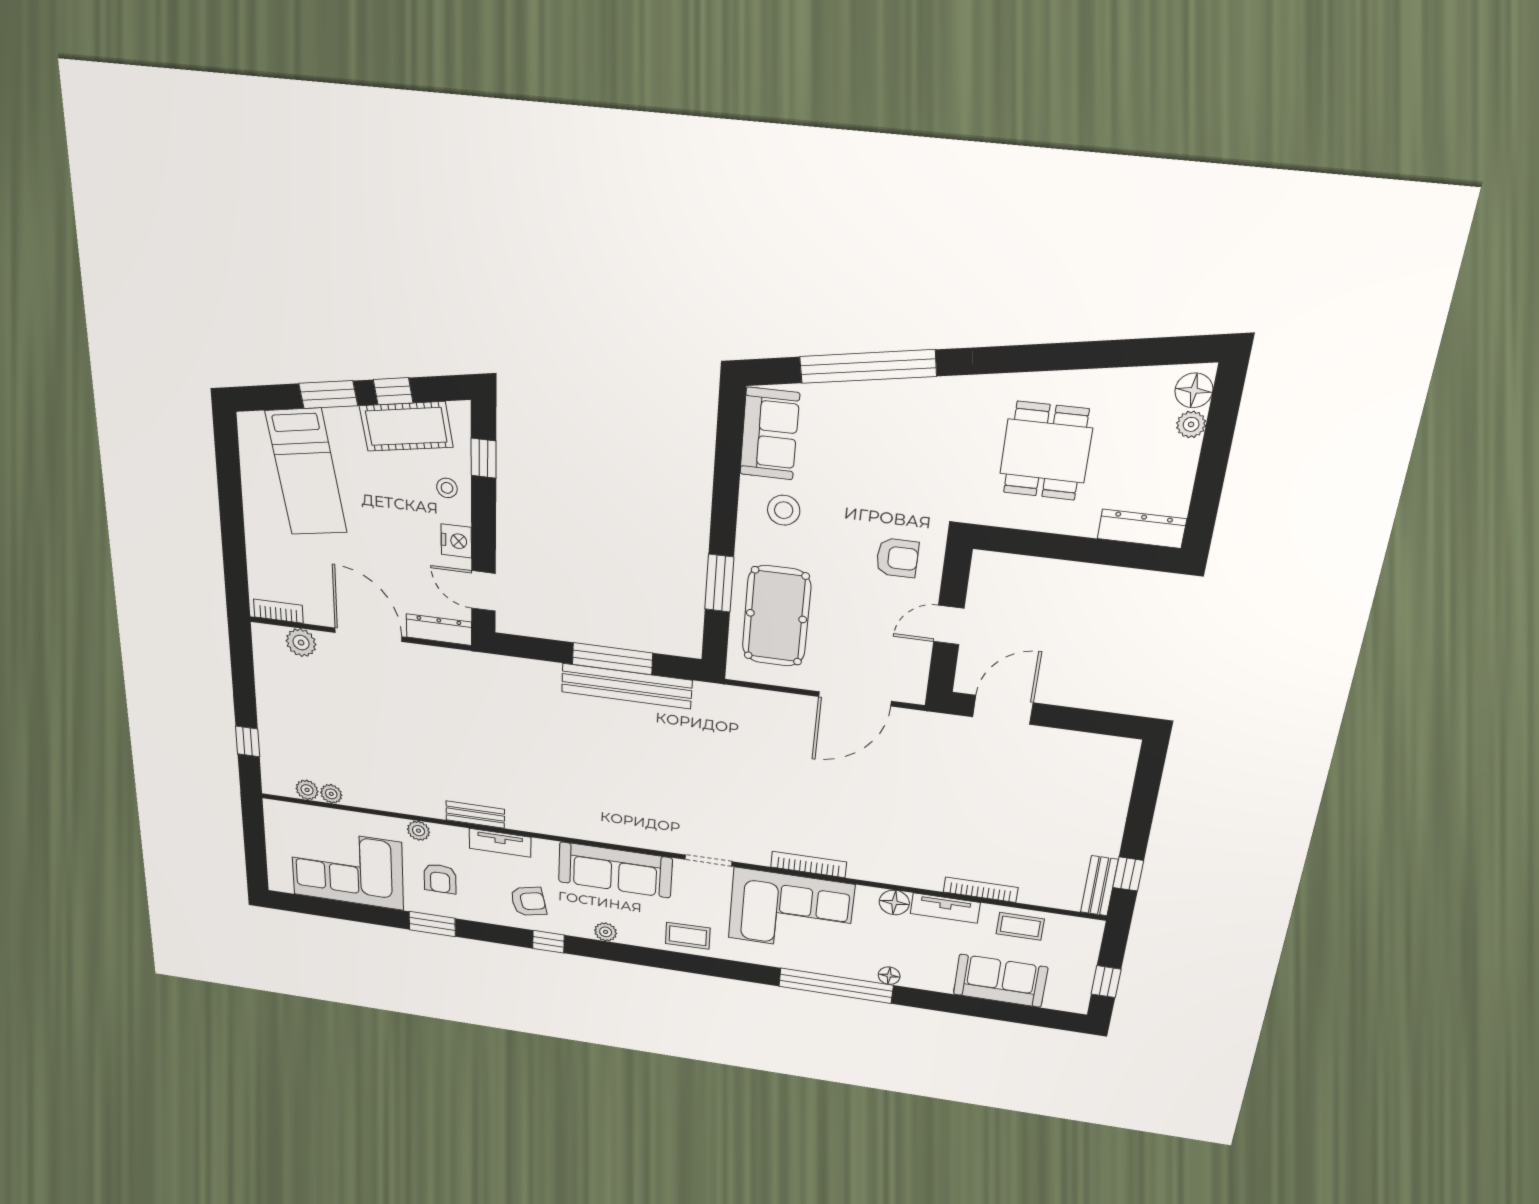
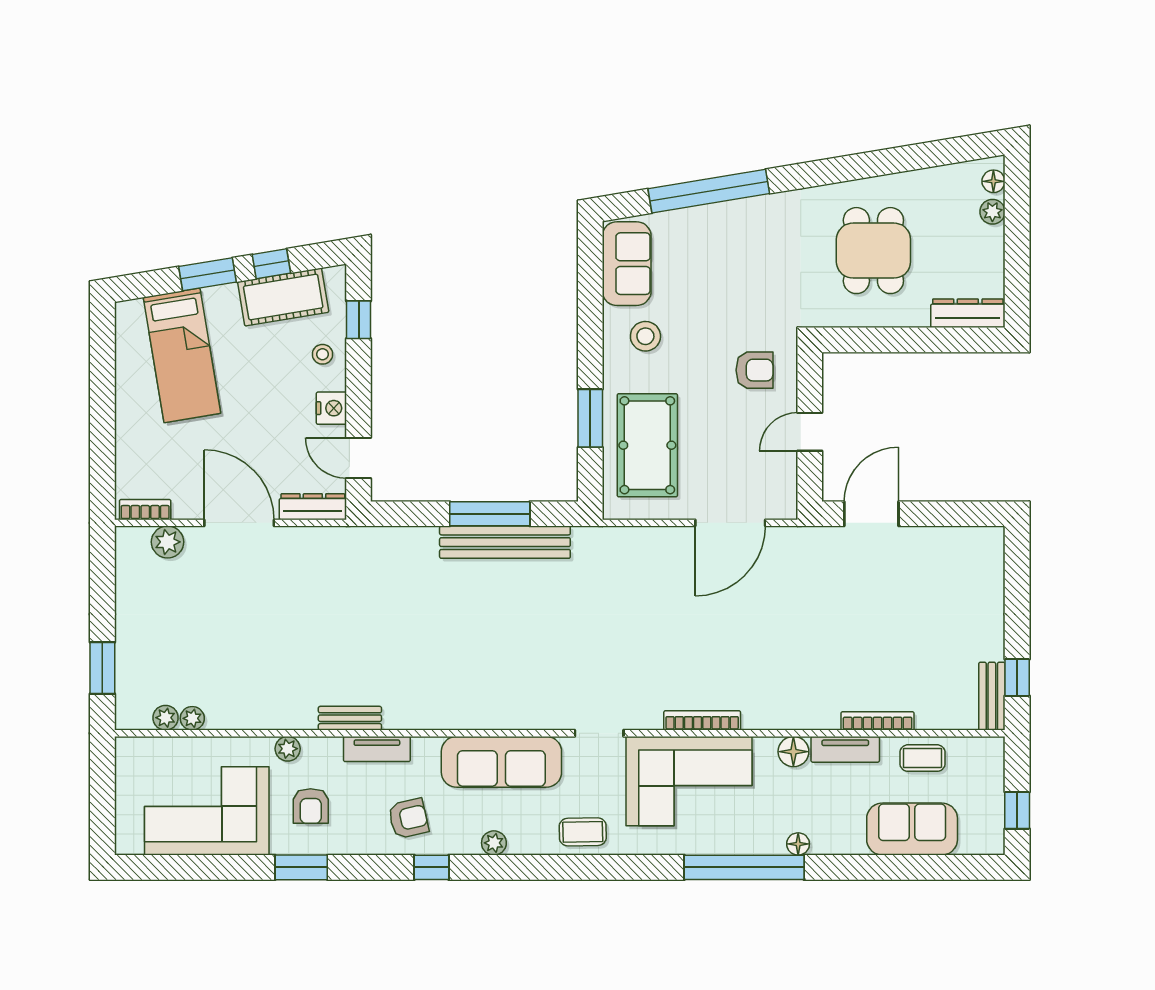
floor lamp: (1194, 390) -> (993, 181), width x0.73, depth x0.73
window: (248, 741) -> (102, 668), width x1.50

